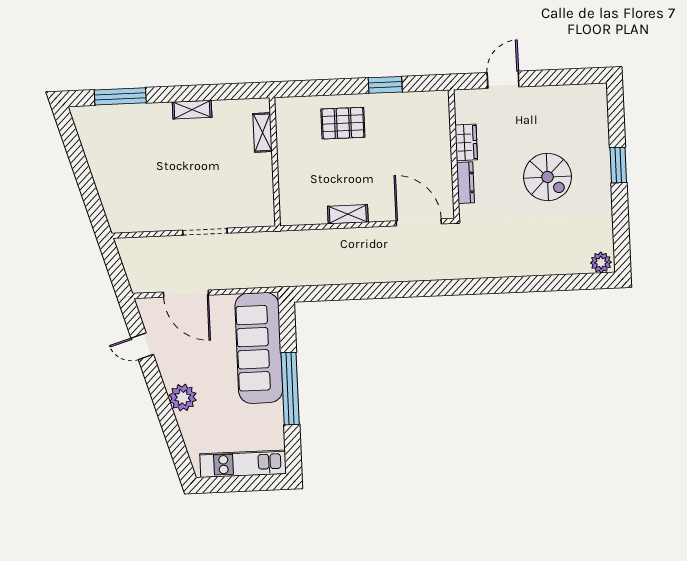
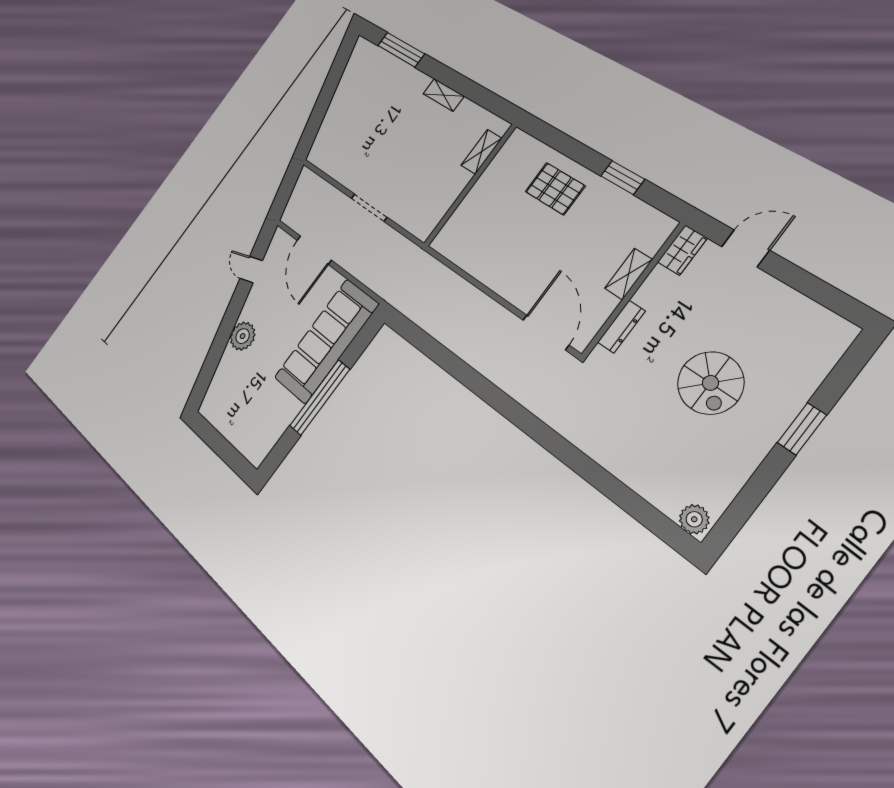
wardrobe: (466, 142) -> (682, 250), moved
shelving: (348, 214) -> (629, 274), moved, turned 90
kitchen unit: (243, 464) -> (236, 431), removed

